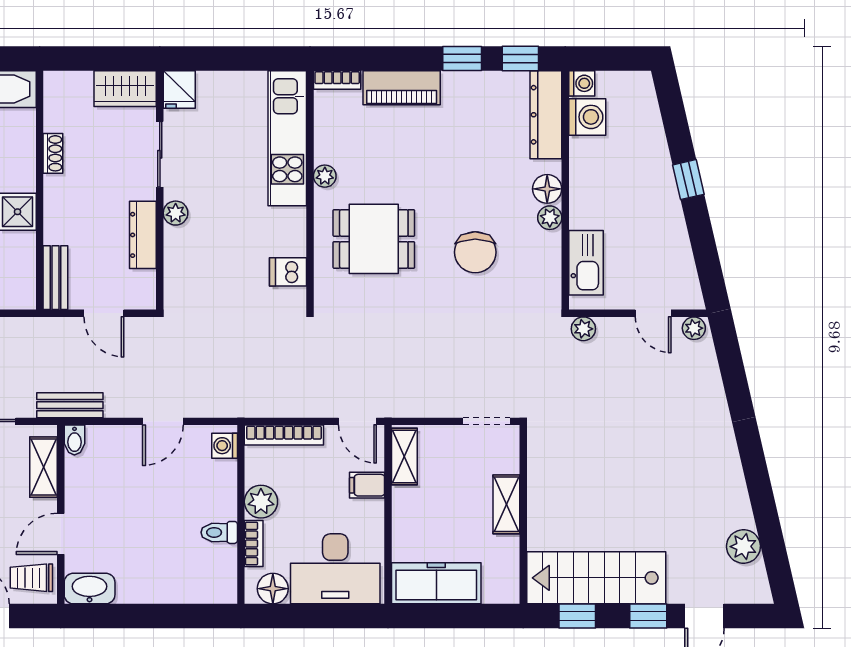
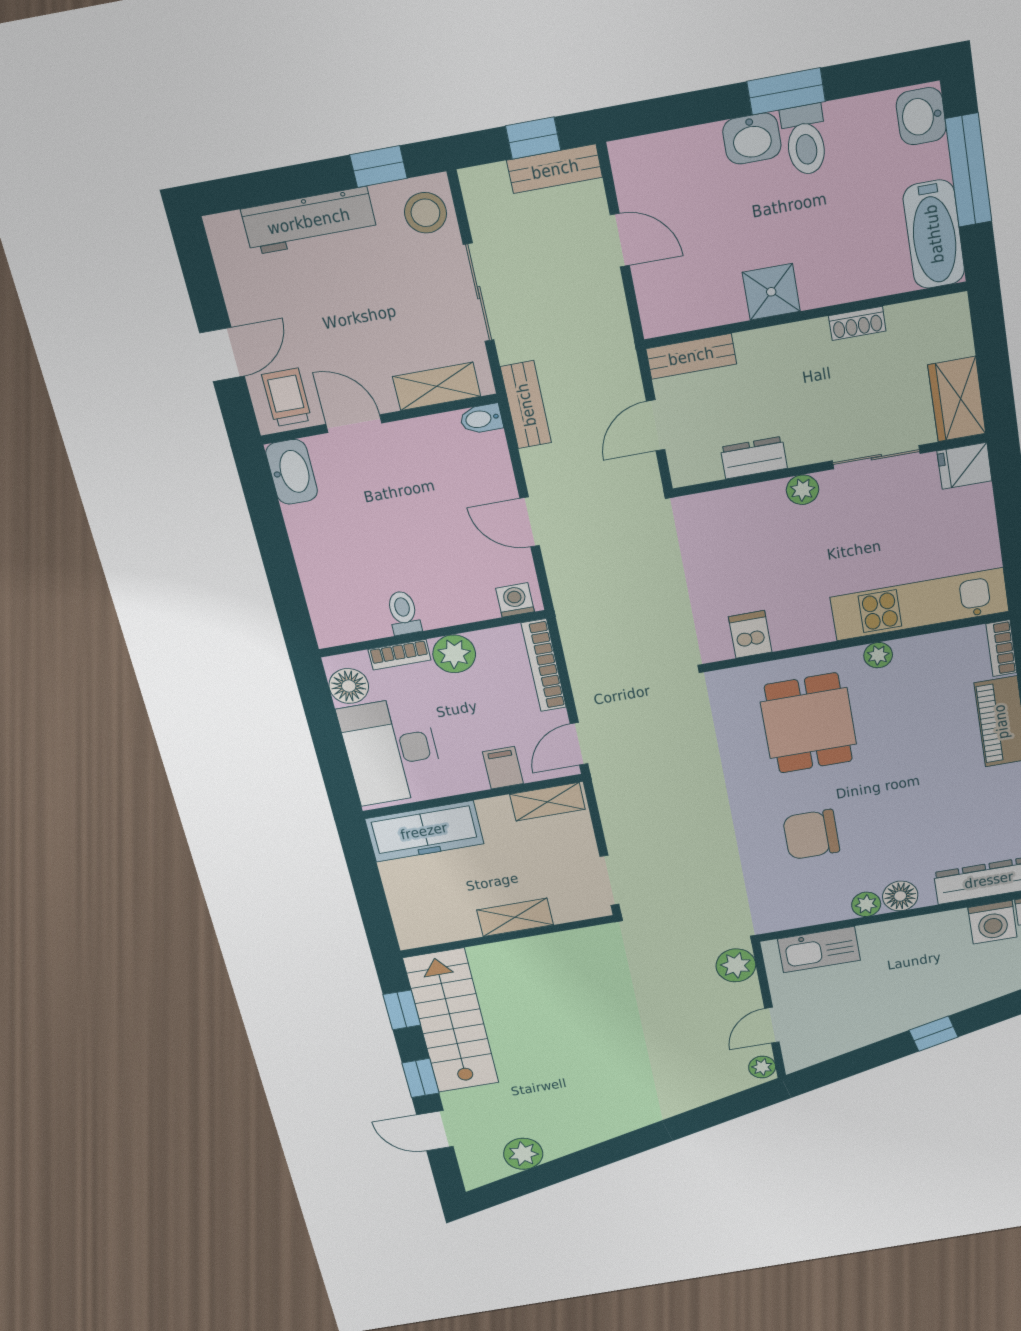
dresser: (143, 235) -> (754, 458), width x0.70
plant: (583, 329) -> (736, 965), width x1.38, depth x1.38
freezer: (436, 583) -> (424, 831), moved, turned 90

